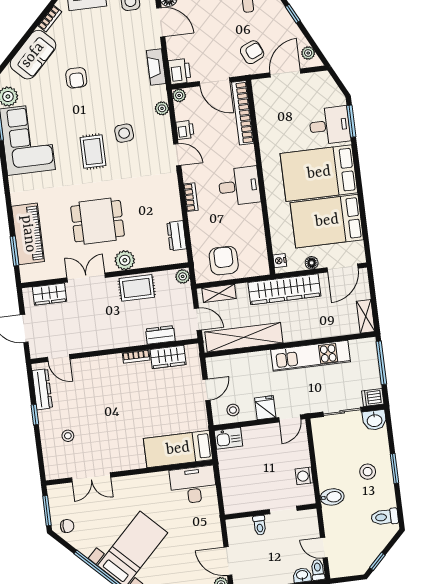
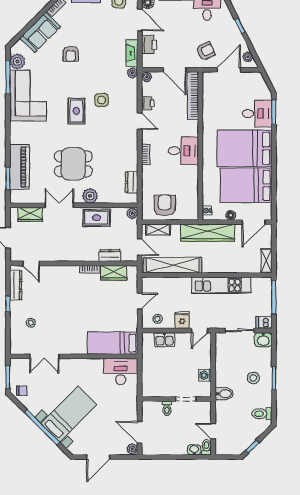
printer: (180, 71) -> (149, 45), moved
plant: (162, 108) -> (132, 73), moved
kitchen sink: (228, 438) -> (165, 340), moved

